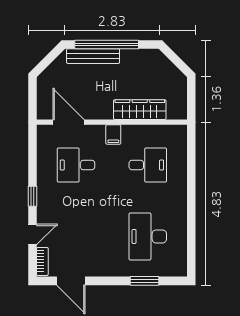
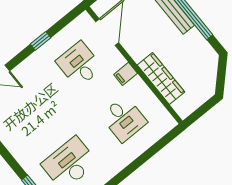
window: (33, 196) -> (41, 41), moved

